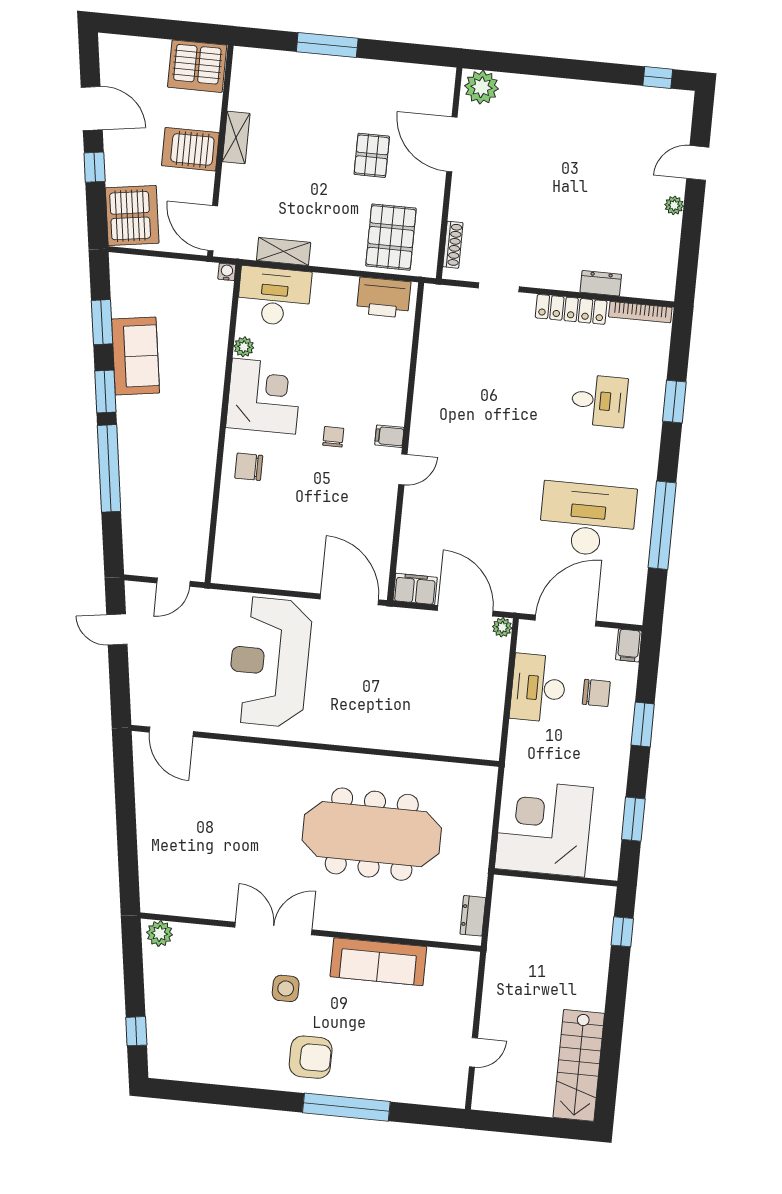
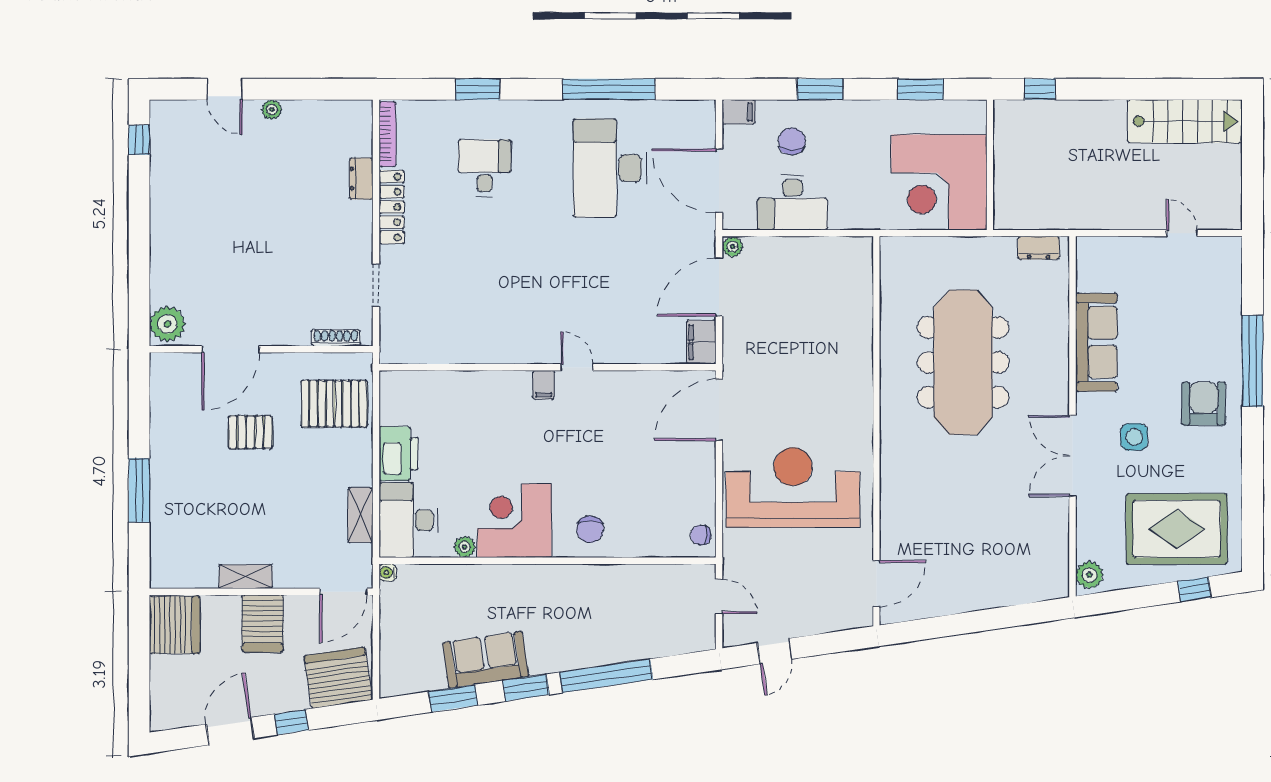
printer: (384, 298) -> (398, 454), moved
chair: (333, 437) -> (701, 535), moved
reception desk: (269, 662) -> (793, 488), turned 180
rug: (195, 1020) -> (1177, 529), added

